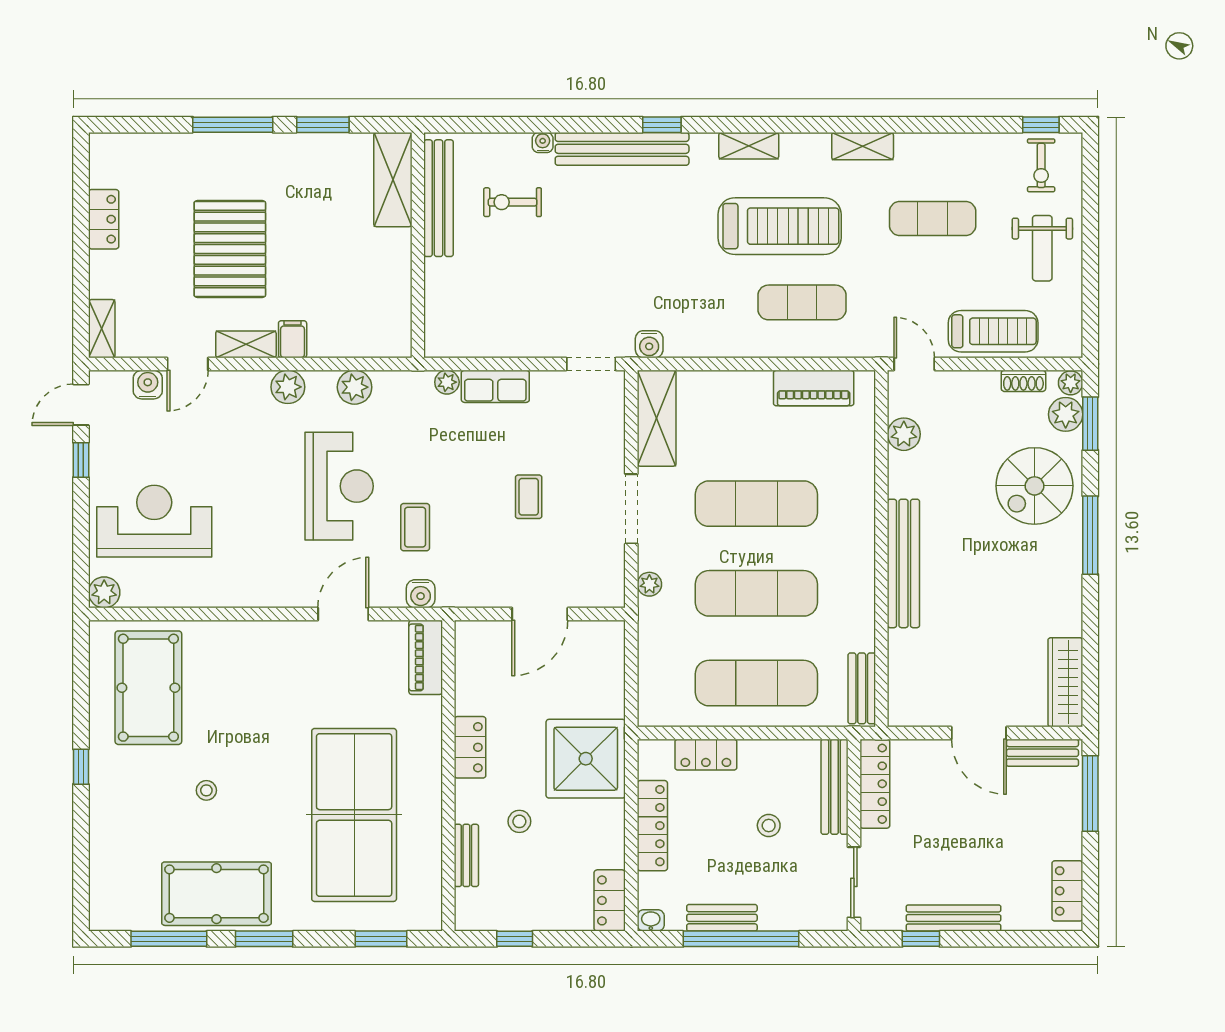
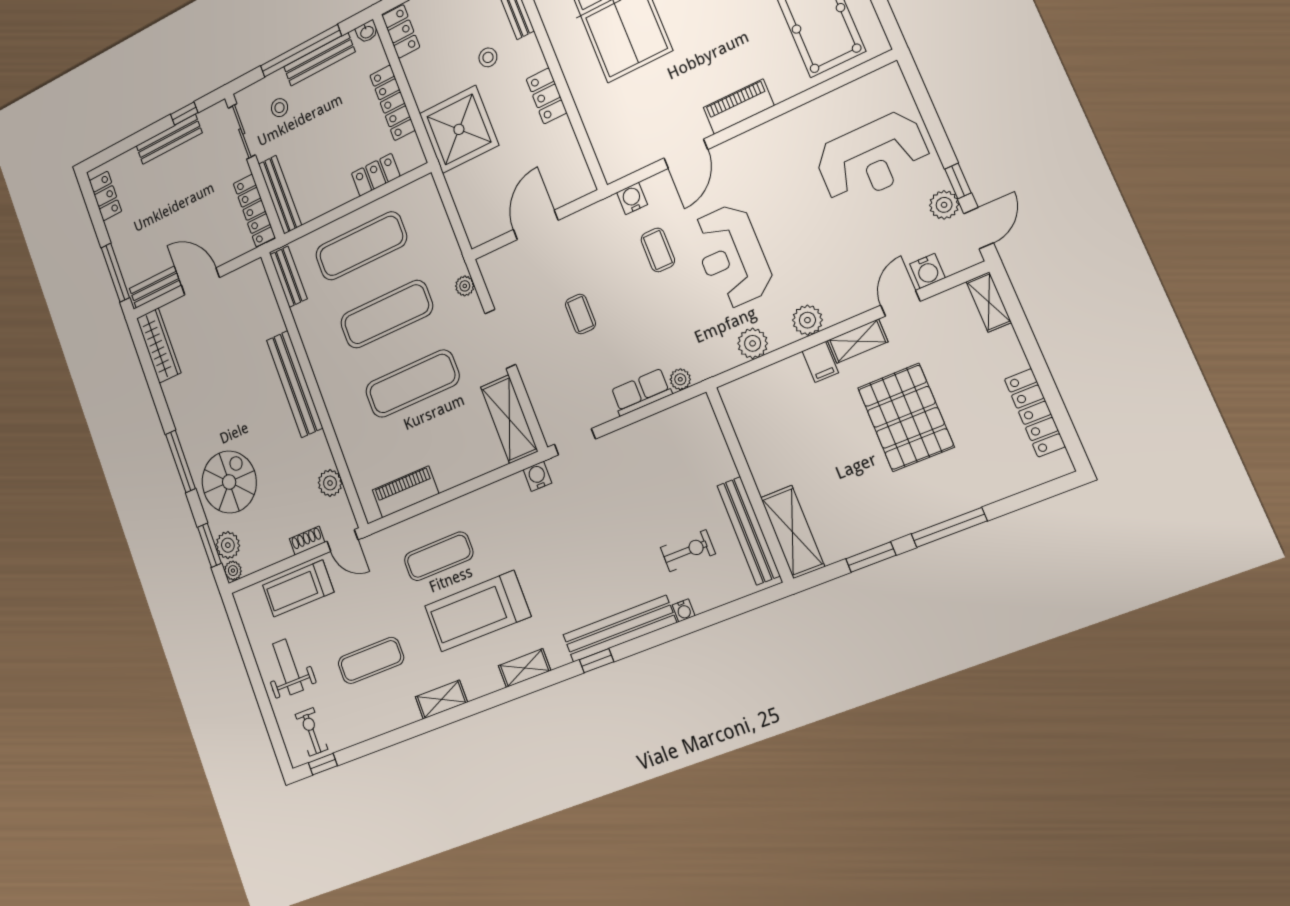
locker: (104, 219) -> (1035, 413), width x1.53
shoe rack: (1023, 381) -> (307, 541), moved
plant: (104, 592) -> (944, 205), moved
piano: (426, 657) -> (739, 107), moved, turned -90
stool: (769, 825) -> (280, 108), moved
bench: (722, 918) -> (319, 59), width x1.36

